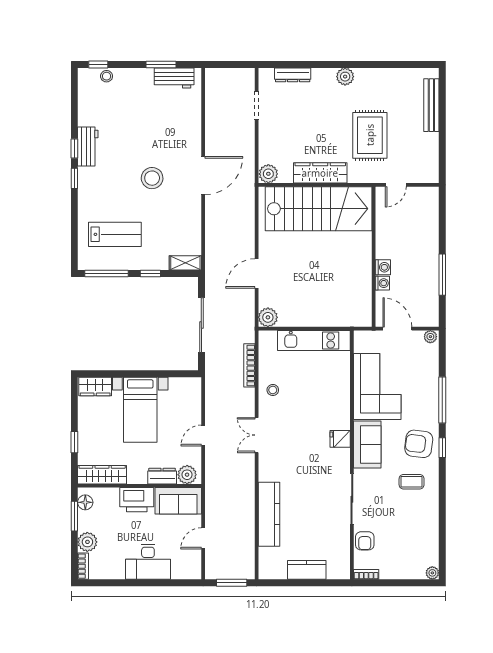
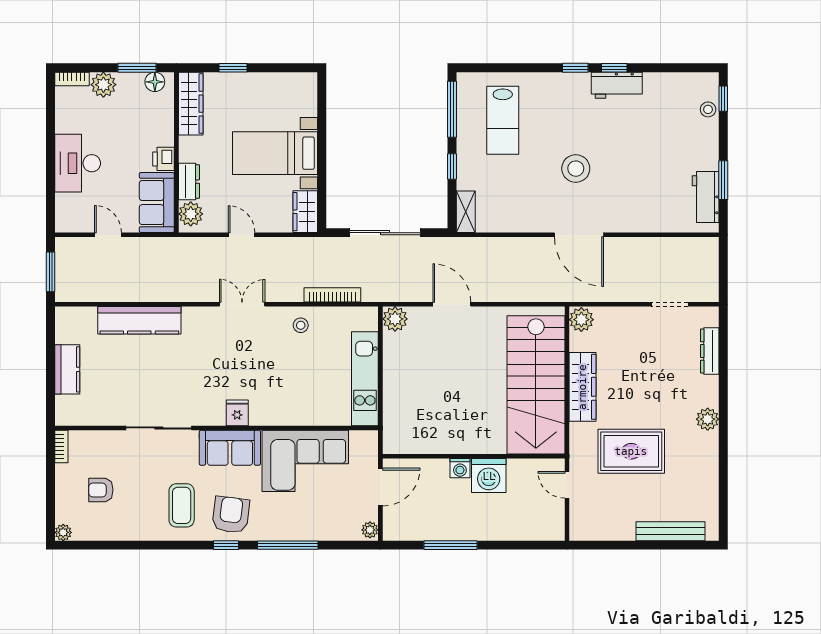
washing machine: (382, 283) -> (489, 476), moved, width x1.89, depth x1.89
wardrobe: (95, 386) -> (305, 212), moved
coffee table: (412, 482) -> (182, 505), width x1.36, depth x1.30
printer: (137, 500) -> (163, 159), width x0.53, depth x0.68
armchair: (365, 541) -> (101, 490), moved

